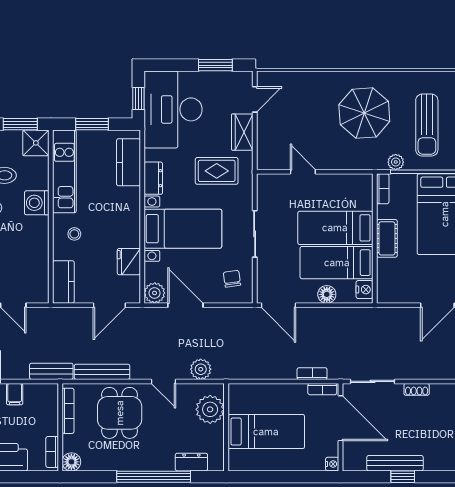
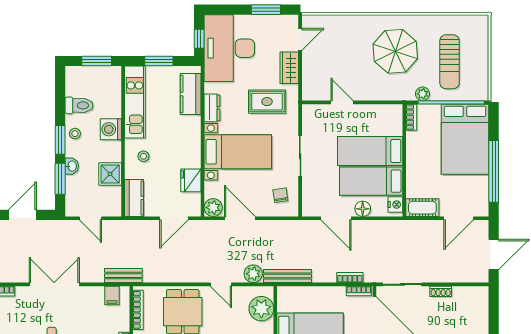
shower: (36, 143) -> (110, 174), moved
cot: (387, 238) -> (422, 208), moved, turned 90
door: (279, 305) -> (336, 218), moved
bench: (102, 372) -> (287, 276), moved
filing cabinet: (15, 394) -> (112, 295), moved

